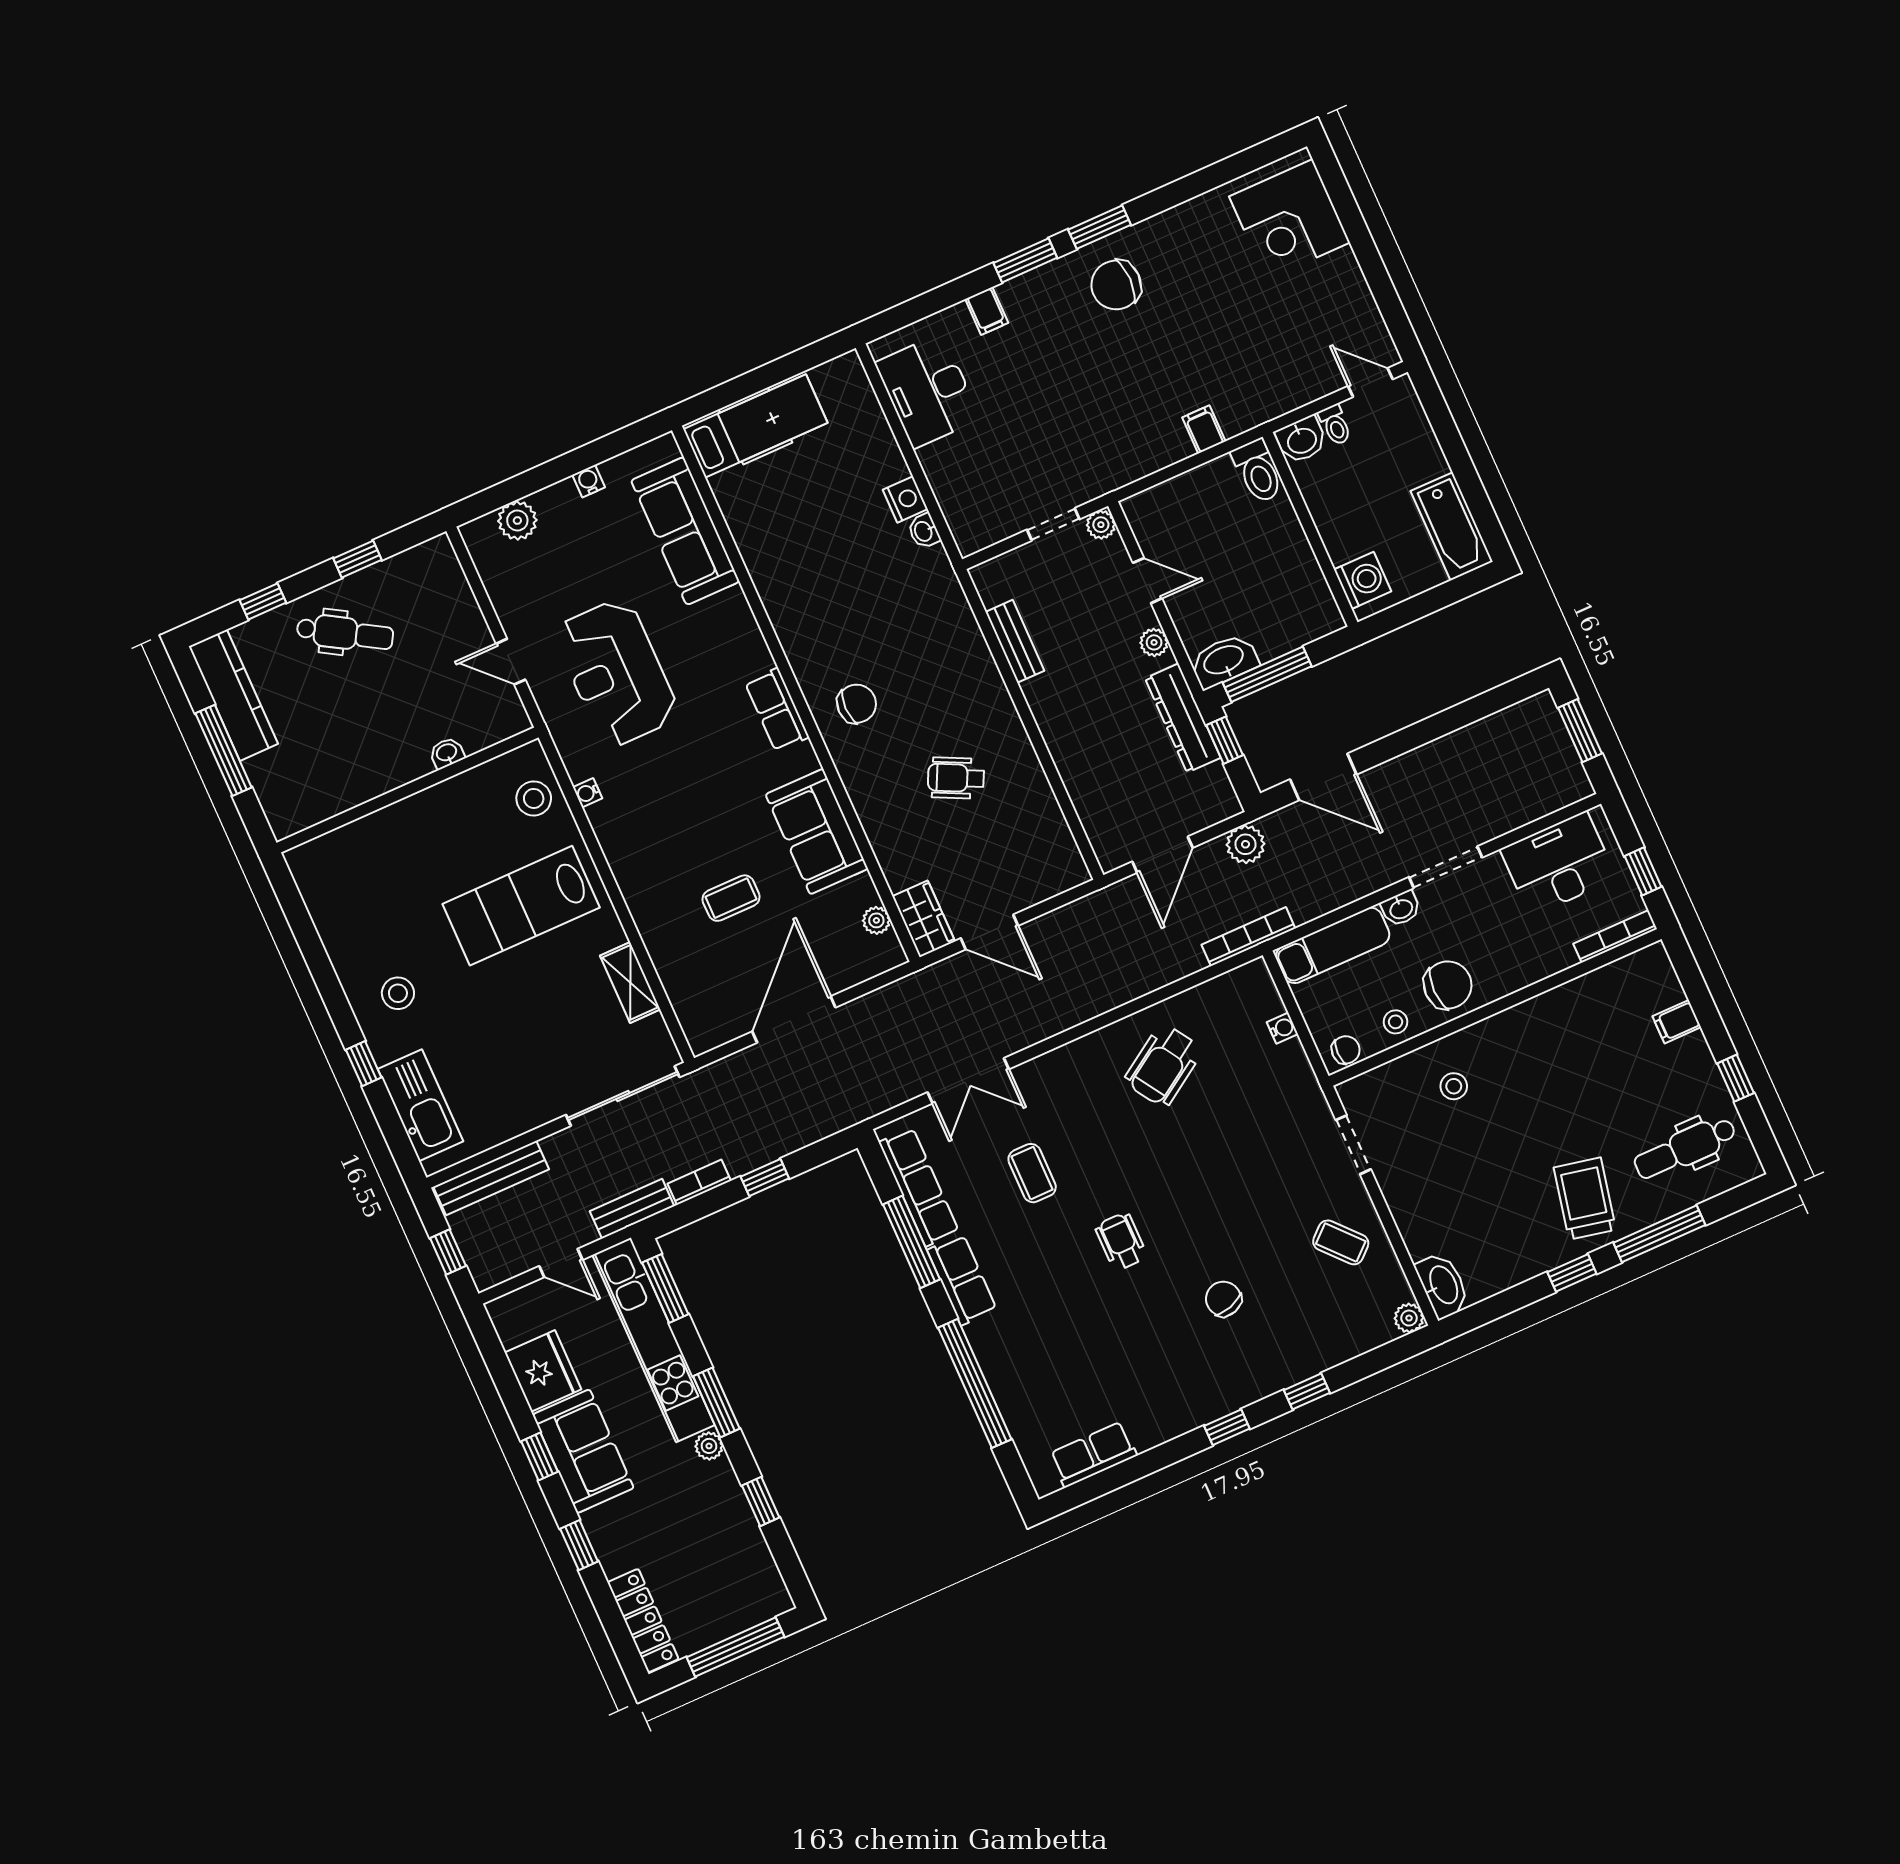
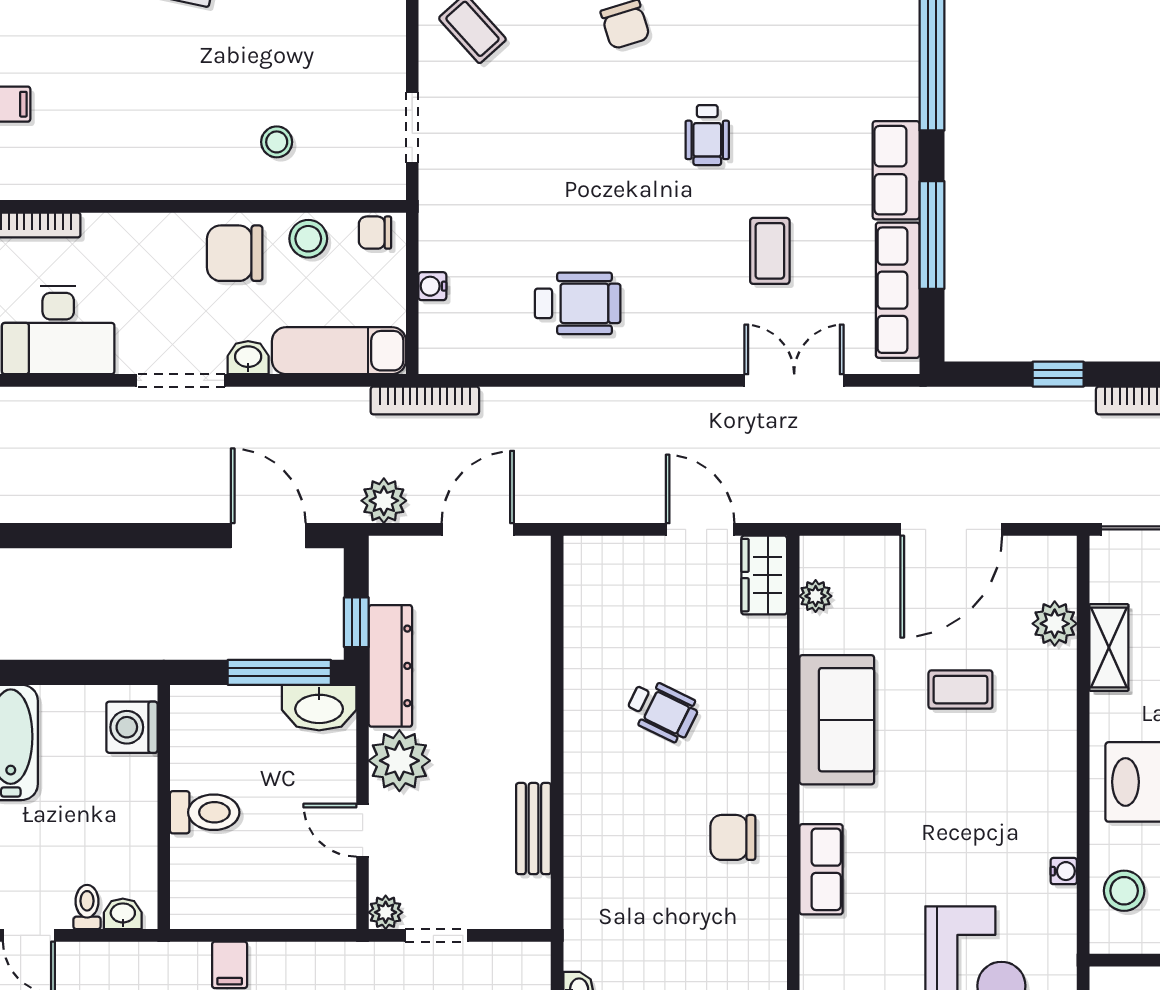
washbasin: (1302, 440) -> (123, 914), width x0.72, depth x0.69
toilet: (1258, 471) -> (205, 812), moved, turned 90
plant: (1154, 642) -> (399, 761), width x1.88, depth x1.88
plant: (681, 982) -> (1055, 624), added
stool: (1396, 1022) -> (308, 239), width x1.37, depth x1.37
wheelchair: (1163, 1065) -> (578, 303), turned 33

